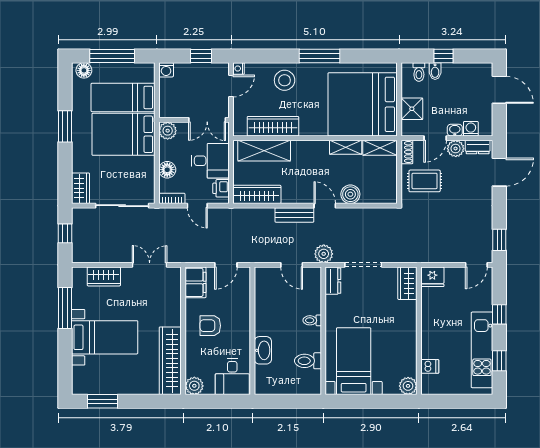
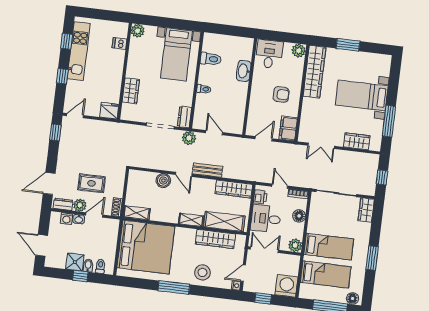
washing machine: (166, 70) -> (286, 286), width x1.89, depth x1.89
shower: (412, 109) -> (75, 262), moved
bed: (123, 134) -> (329, 247), width x0.67
shelving: (346, 147) -> (191, 220), moved
rug: (425, 181) -> (92, 183), moved
wardrobe: (407, 283) -> (131, 91), moved
window: (103, 401) -> (348, 45), moved

